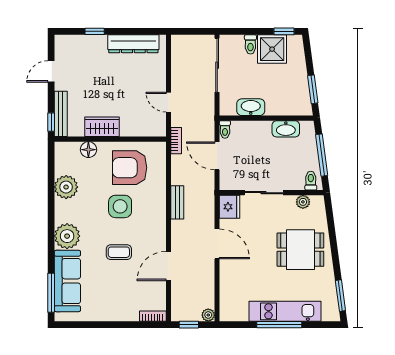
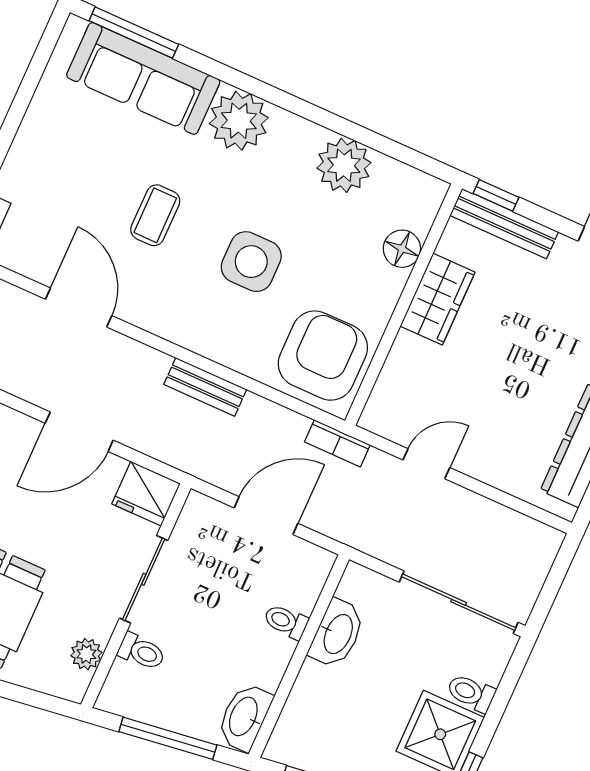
toilet: (225, 129) -> (286, 622), moved
washbasin: (286, 129) -> (244, 717), moved
armchair: (130, 168) -> (323, 356), moved
toilet: (311, 181) -> (141, 652), moved

